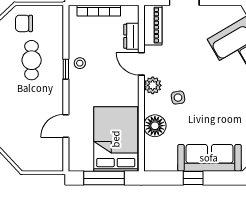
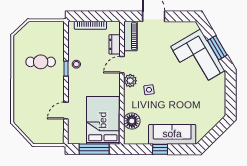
chair: (24, 23) -> (35, 35), removed
cafe table: (32, 60) -> (41, 62), turned 90
door: (141, 64) -> (122, 65), hinge flipped
floor lamp: (155, 126) -> (132, 121), moved

